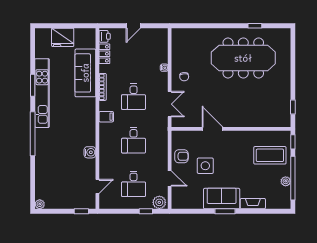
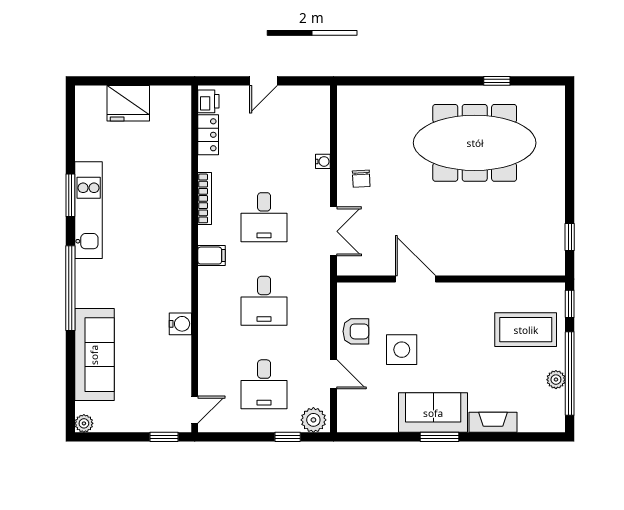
sofa: (85, 73) -> (94, 355), moved, turned 180
kitchen unit: (42, 93) -> (89, 210), width x0.73
door: (97, 186) -> (195, 410), moved

